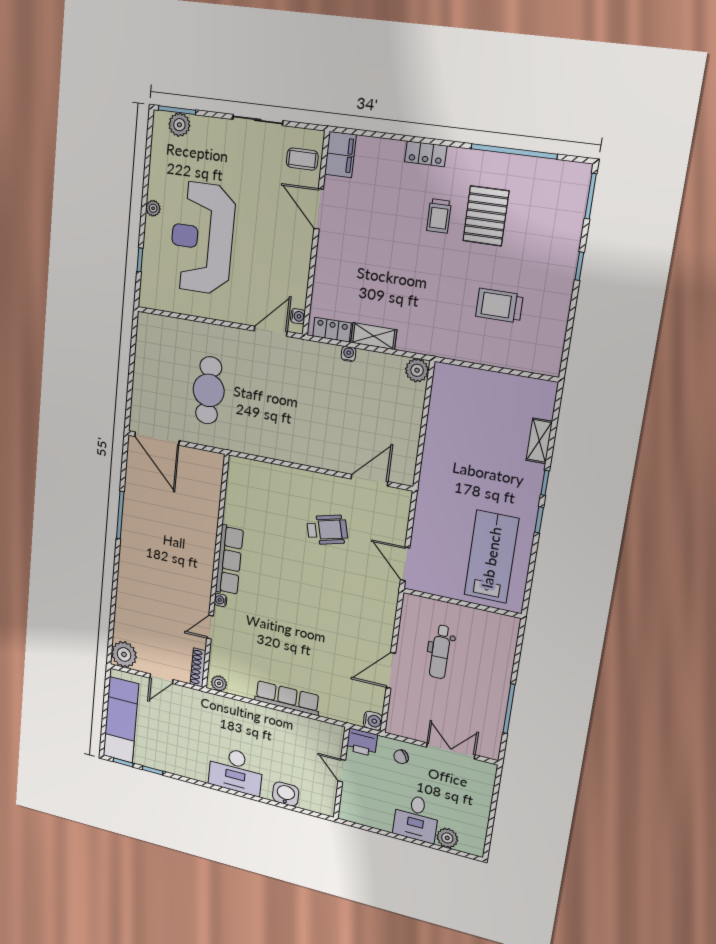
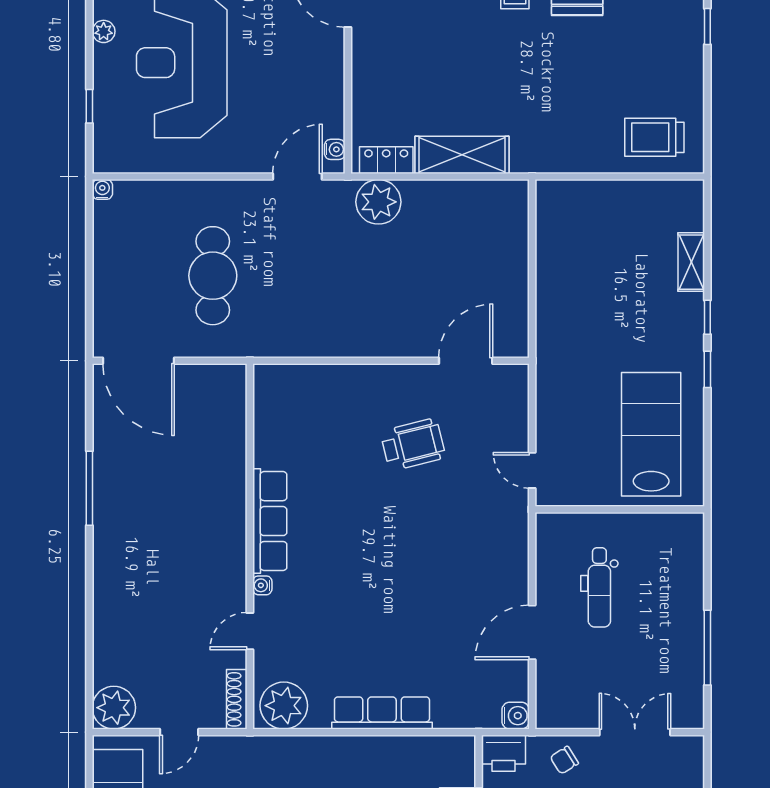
trolley: (499, 306) -> (654, 137), moved
shelving: (374, 336) -> (462, 155), width x1.50, depth x1.33
water cooler: (348, 354) -> (102, 189), moved
plant: (417, 370) -> (378, 202), moved, width x1.36, depth x1.36
door: (405, 564) -> (532, 470), width x0.73
plant: (219, 683) -> (284, 706), width x1.87, depth x1.87

